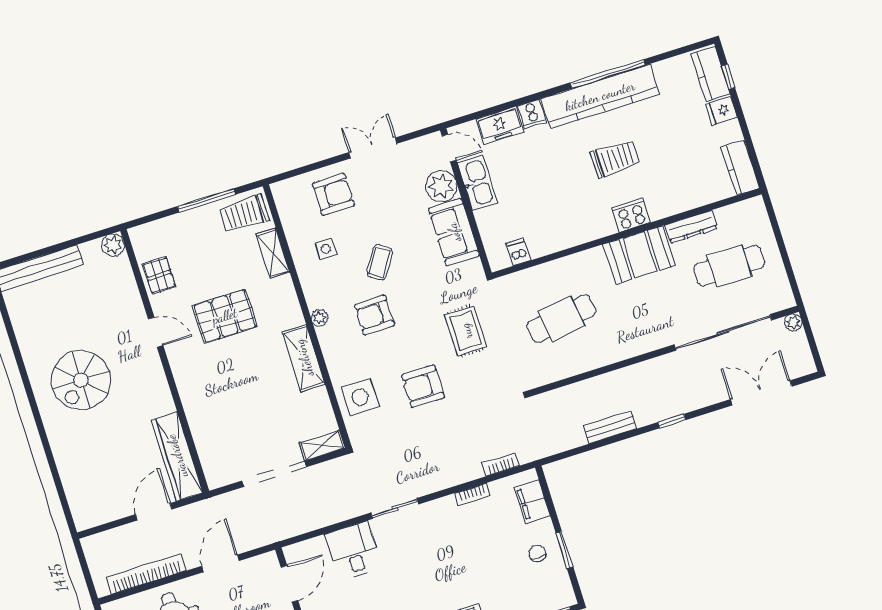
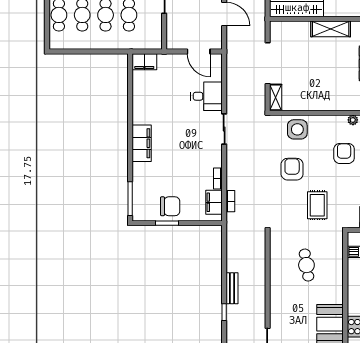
cafe table: (561, 319) -> (306, 265), width x0.73, depth x0.74
rug: (466, 331) -> (317, 205), turned 90
shelving: (304, 358) -> (331, 29), moved
bench: (610, 427) -> (232, 288), moved
filing cabinet: (532, 502) -> (214, 202), moved, turned -90
chair: (537, 553) -> (170, 206), width x1.87, depth x1.87

